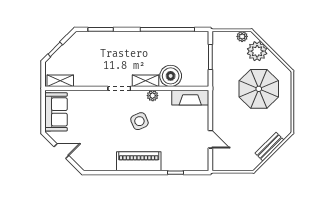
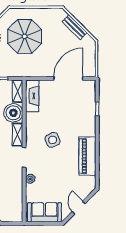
shelving: (60, 81) -> (18, 91), moved
plant: (153, 96) -> (30, 179), moved
door: (210, 139) -> (68, 78), width x1.88
piano: (139, 161) -> (87, 156), moved

